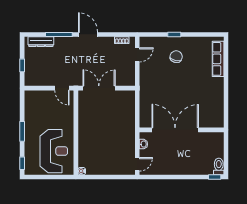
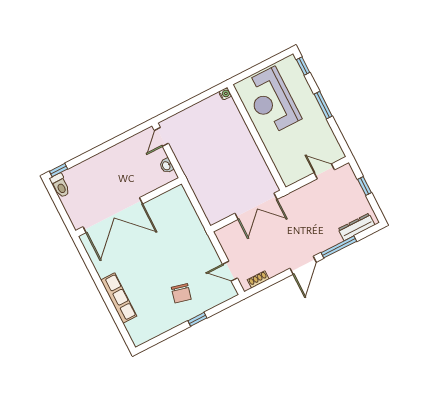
door: (88, 34) -> (303, 265), hinge flipped
door: (137, 55) -> (230, 271), hinge flipped
row of seats: (218, 59) -> (119, 298), moved
door: (62, 88) -> (324, 171), moved
double door: (175, 130) -> (113, 215), moved

